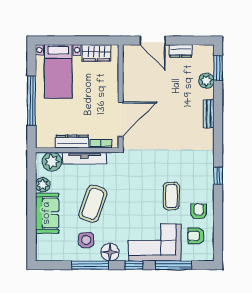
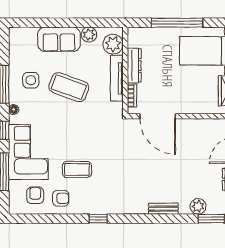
floor lamp: (110, 252) -> (14, 110), width x0.53, depth x0.53

